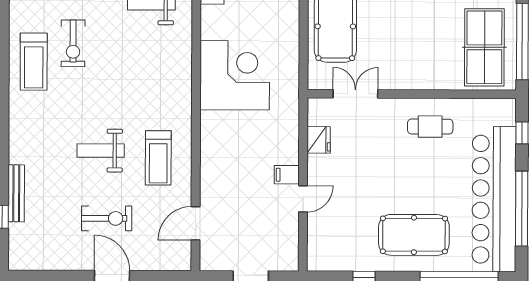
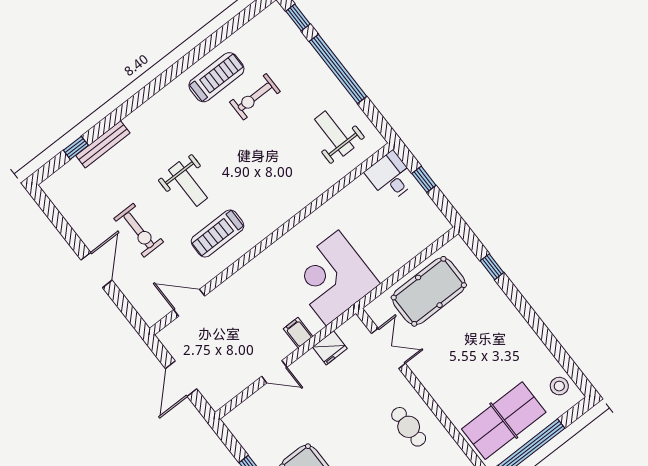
treadmill: (34, 62) -> (216, 77), turned 180
corner desk: (235, 75) -> (332, 278), moved, turned 180
weight bench: (101, 151) -> (188, 184), turned 180
filing cabinet: (287, 175) -> (298, 333), moved

